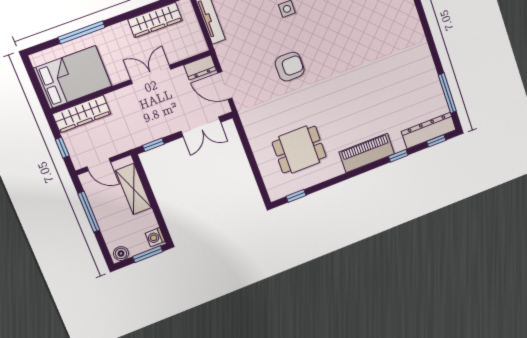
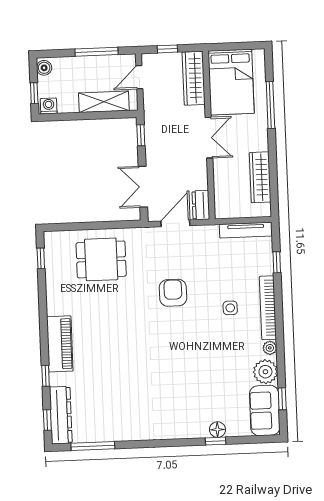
armchair: (290, 67) -> (173, 293), turned 180
double door: (151, 74) -> (209, 138), moved
dining table: (299, 150) -> (101, 259), moved, turned 90
window: (148, 254) -> (34, 93), width x0.67

